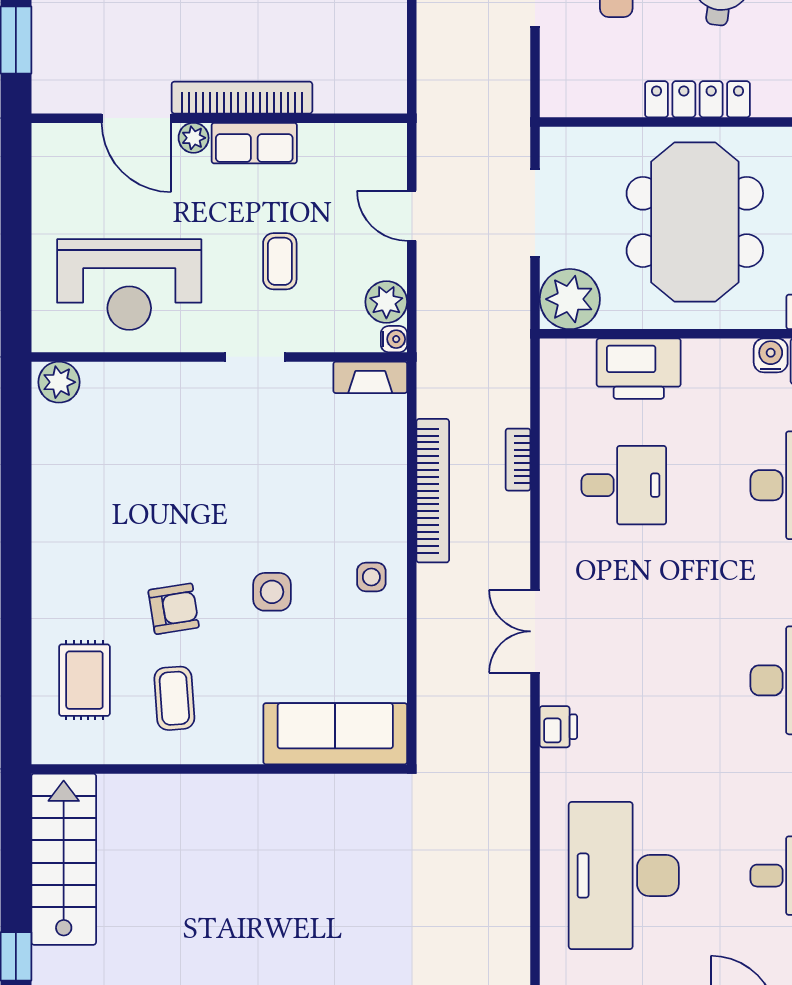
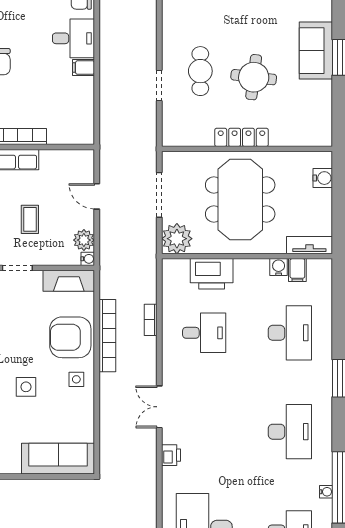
fireplace: (370, 377) -> (69, 281), width x1.37, depth x1.32
armchair: (360, 494) -> (70, 337), added

